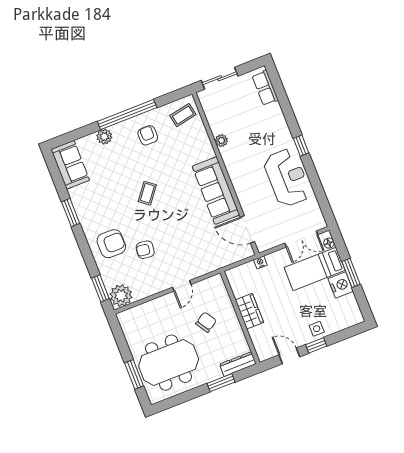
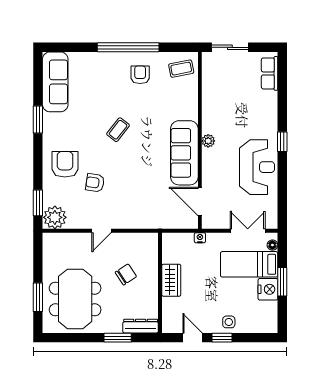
plant: (104, 137) -> (98, 60), removed
plant: (221, 140) -> (208, 141), moved
sofa: (70, 165) -> (55, 82), width x1.36
double door: (301, 239) -> (248, 231), swing flipped
armchair: (111, 244) -> (65, 164), turned -90
door: (182, 286) -> (101, 231), moved
meeting table: (169, 363) -> (75, 299), turned 90

